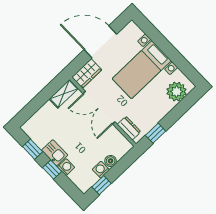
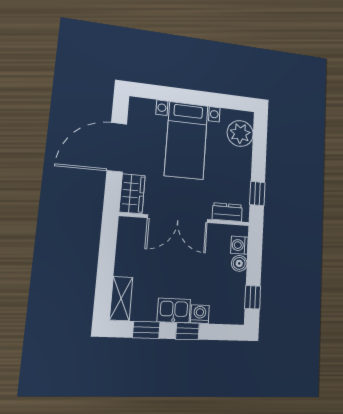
shelving: (64, 94) -> (121, 299), moved
washing machine: (101, 170) -> (239, 245), moved

